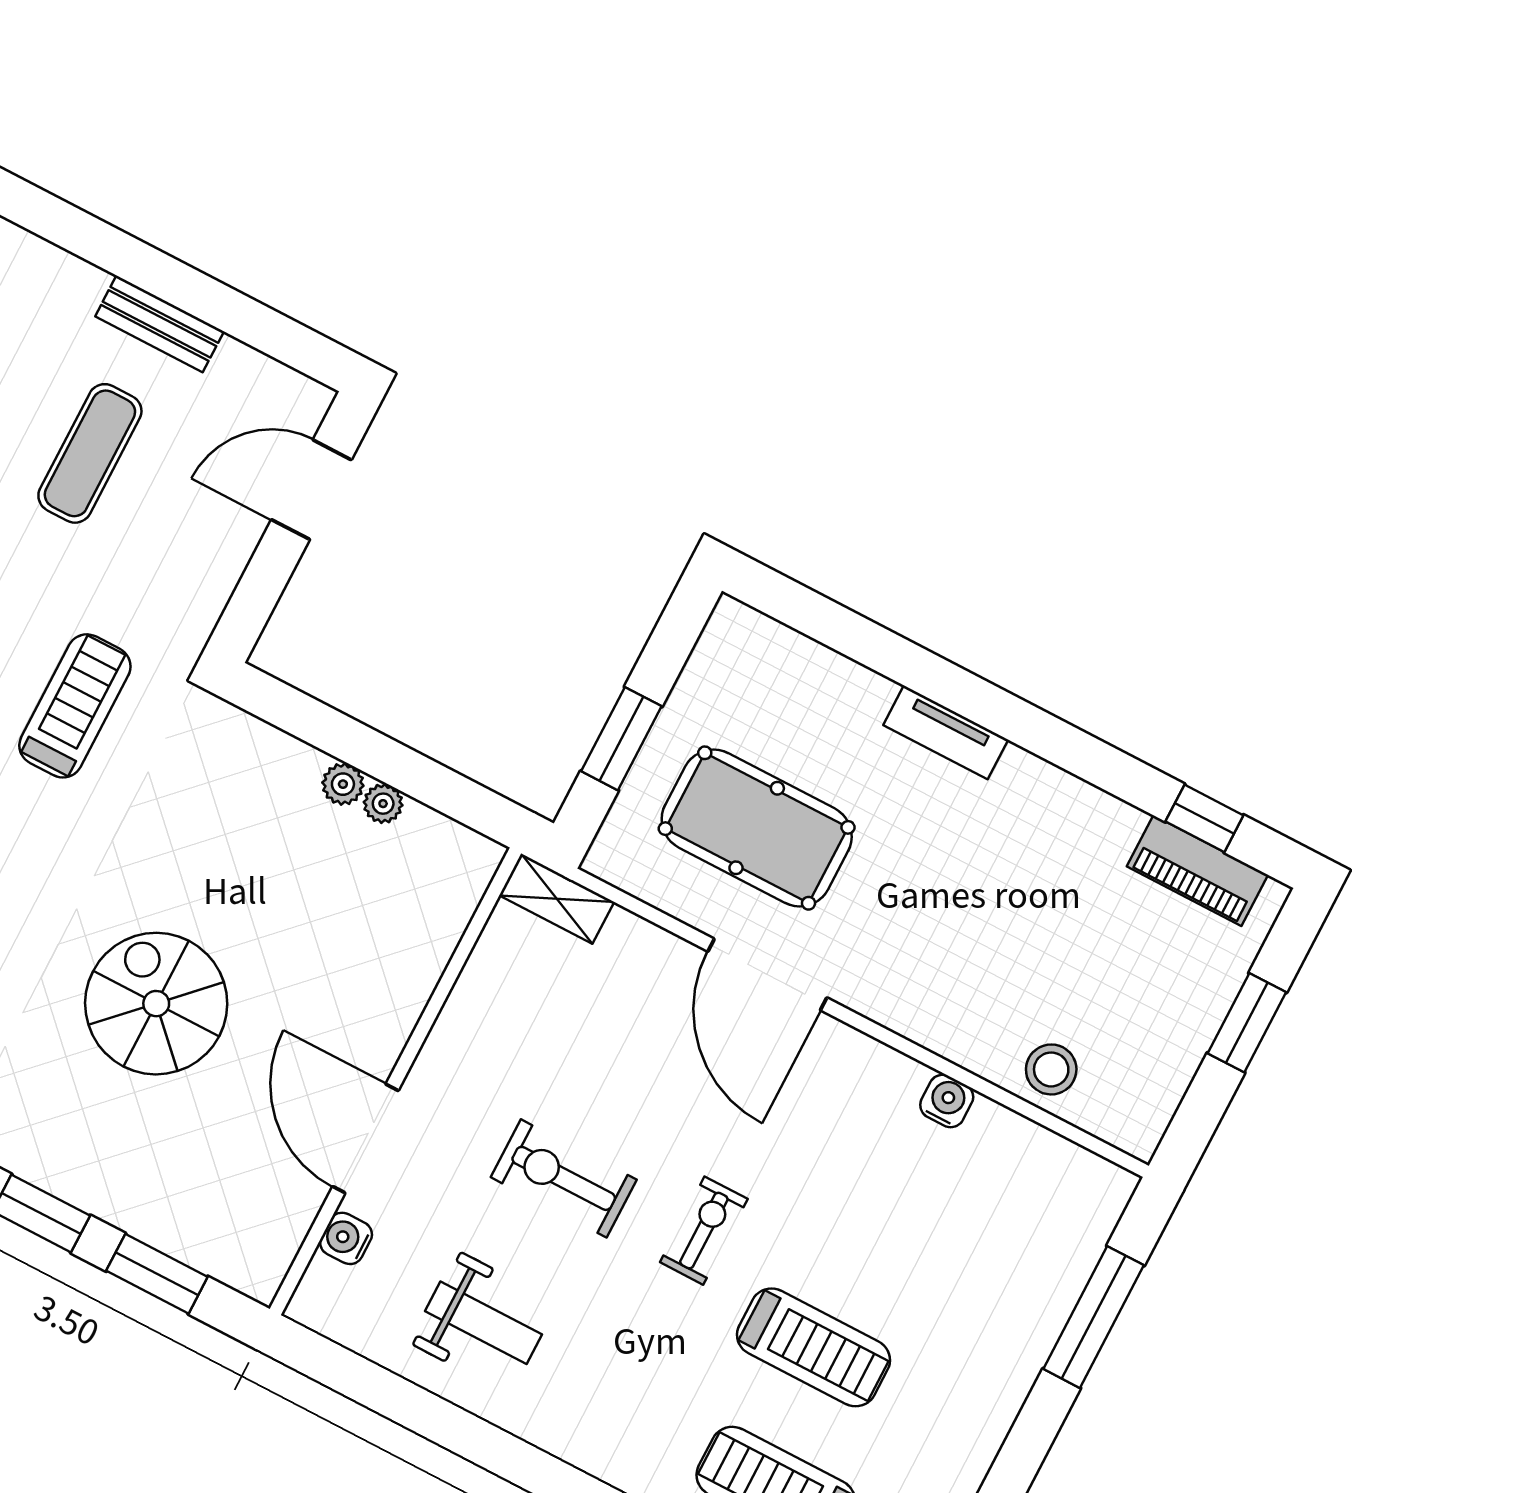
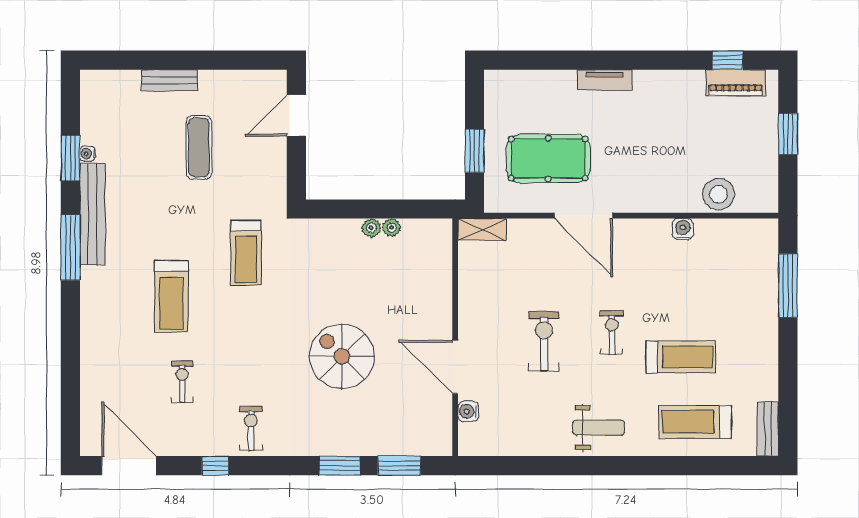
bench: (160, 324) -> (170, 80), moved
treadmill: (75, 706) -> (246, 253), turned 180
stool: (1051, 1069) -> (718, 194), width x1.38, depth x1.38
exercise bike: (564, 1178) -> (544, 341), turned 90
weight bench: (484, 1323) -> (599, 428), moved

